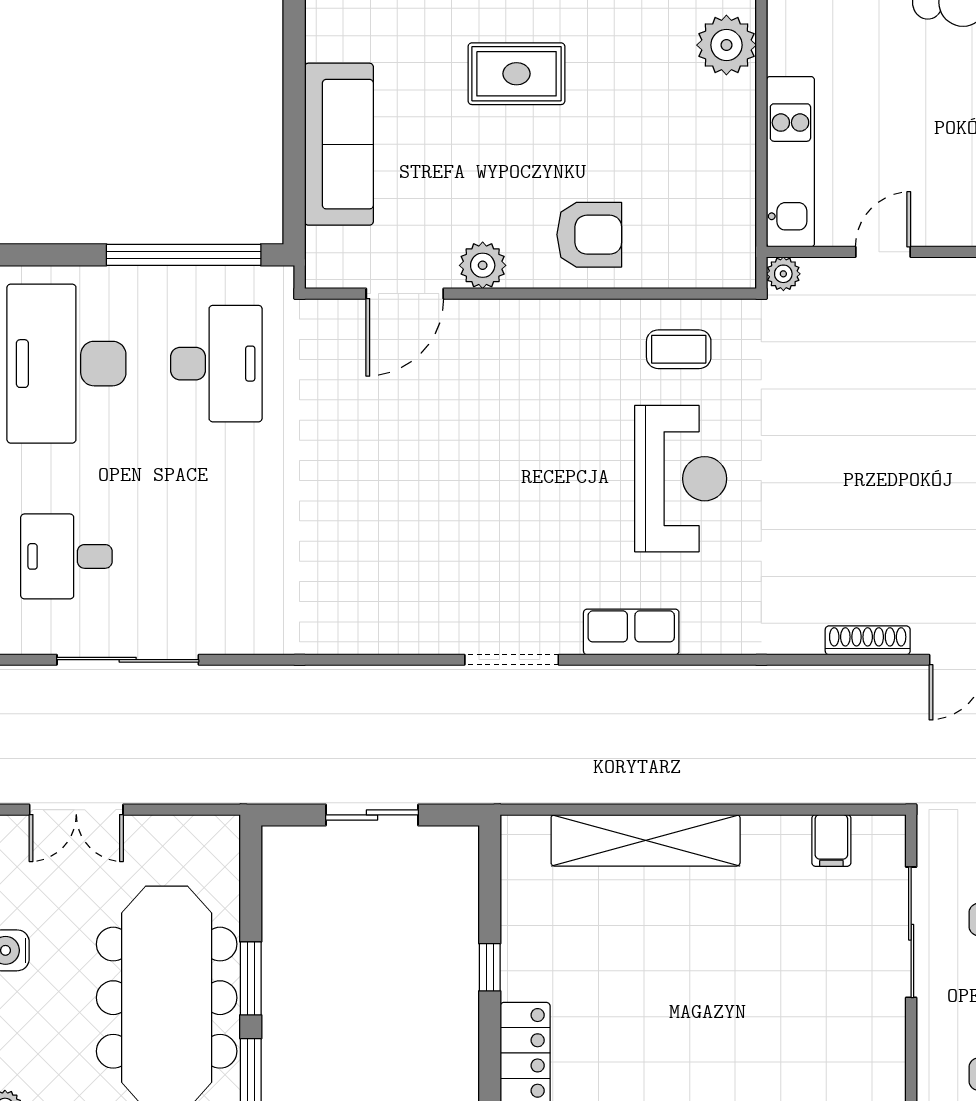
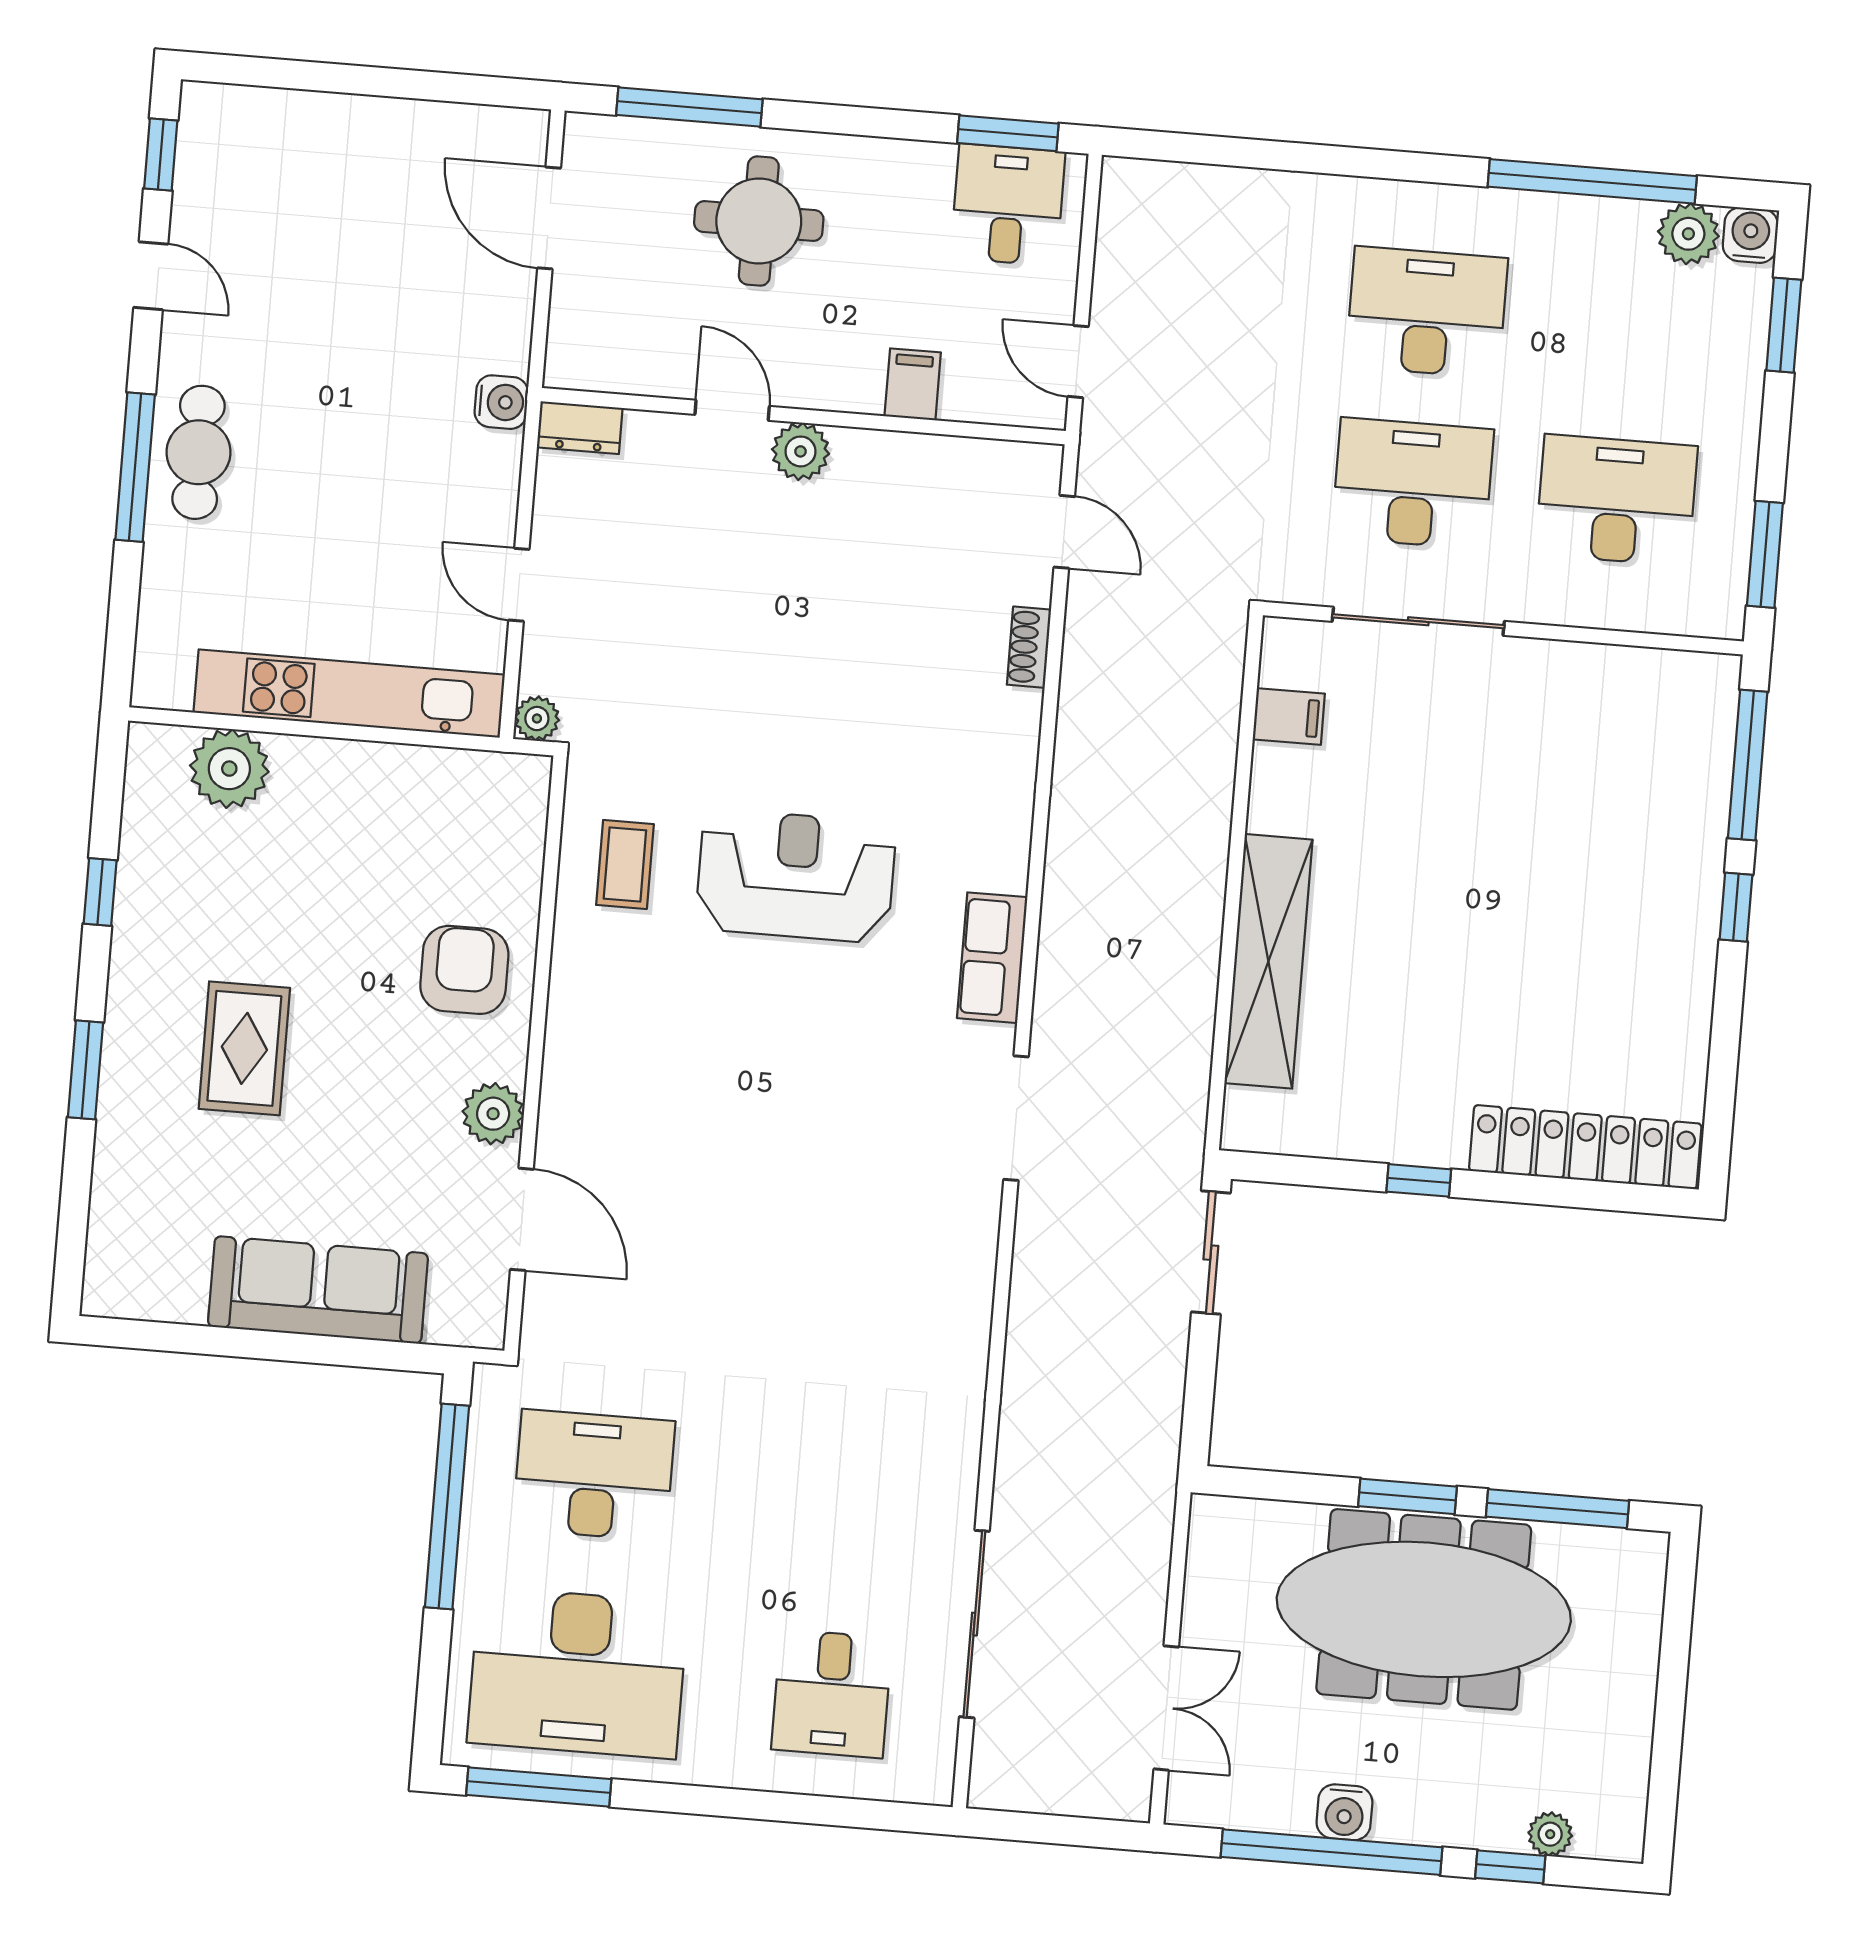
kitchen unit: (790, 162) -> (349, 694), width x1.36
shoe rack: (868, 640) -> (1029, 647), width x0.70
sliding door: (372, 815) -> (1211, 1253), moved

